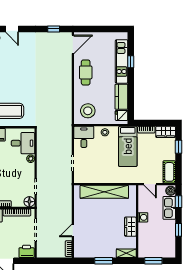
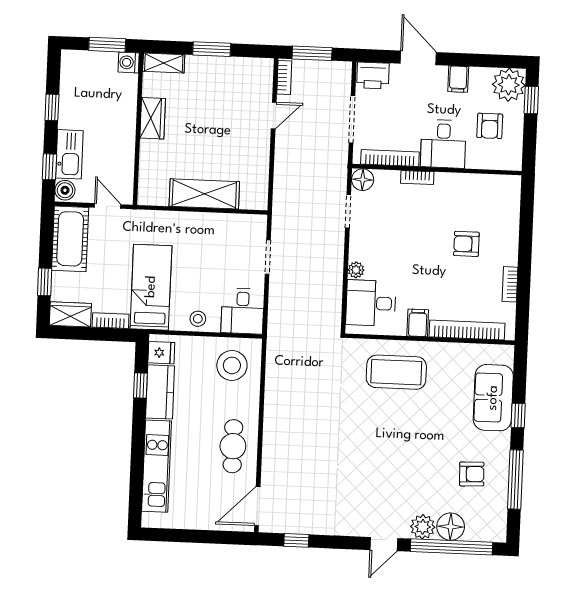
door: (12, 29) -> (384, 544), swing flipped
window: (131, 62) -> (140, 386), moved
cot: (169, 172) -> (70, 239), width x1.37, depth x1.34
shelving: (104, 192) -> (204, 194), width x0.68
washing machine: (143, 217) -> (129, 62), moved
window: (56, 261) -> (312, 53), added

